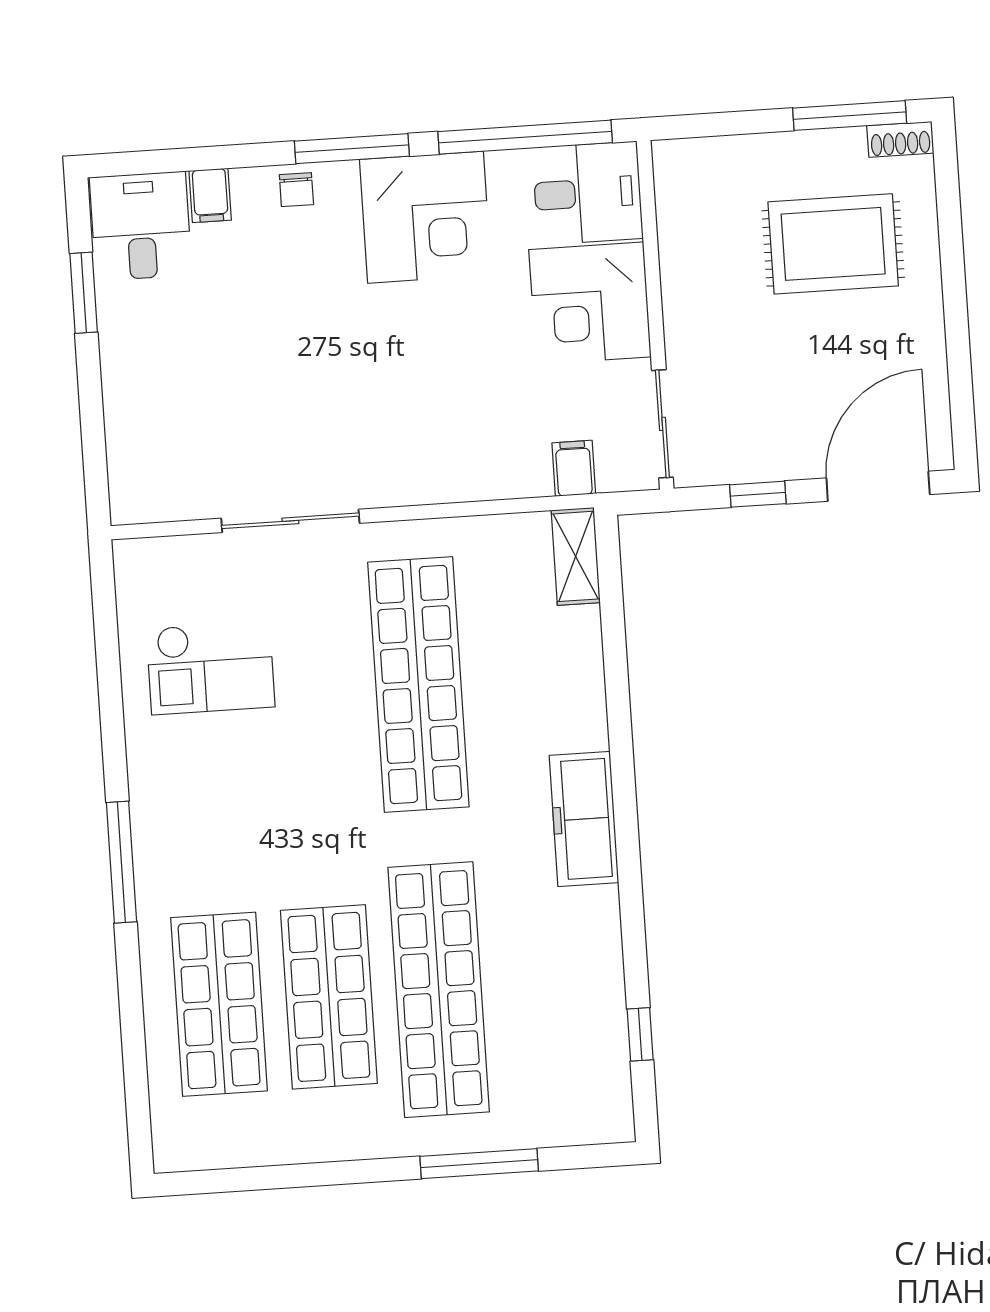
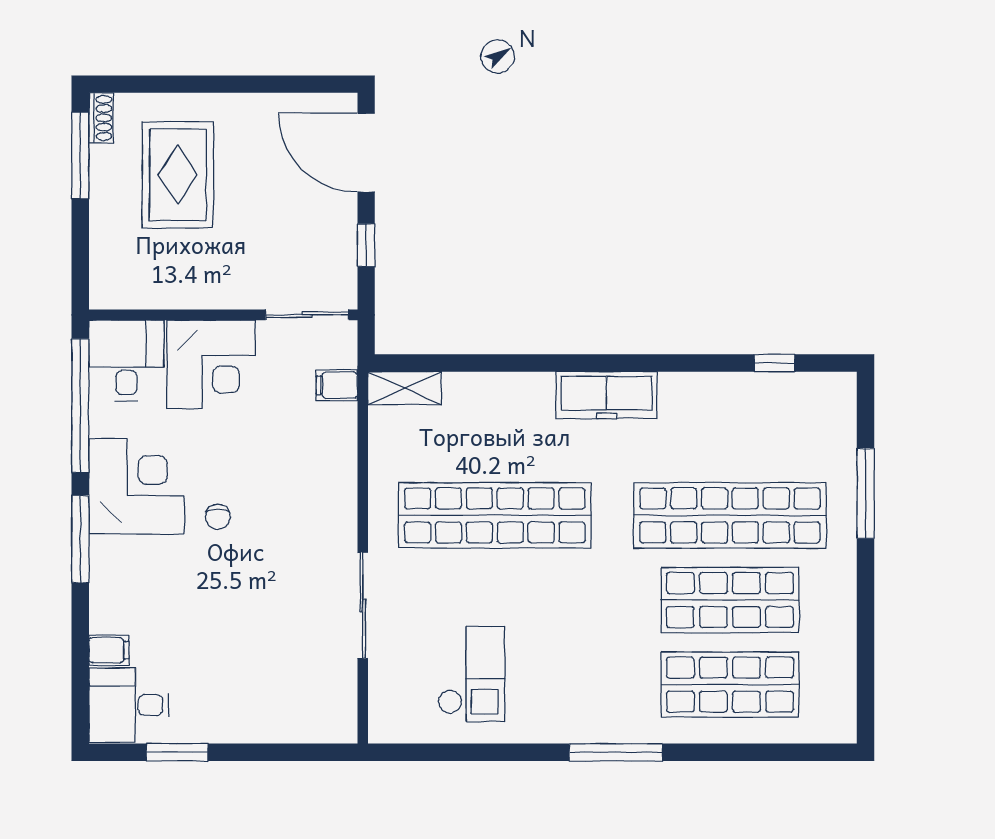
chair: (296, 190) -> (218, 517), moved, turned 90

